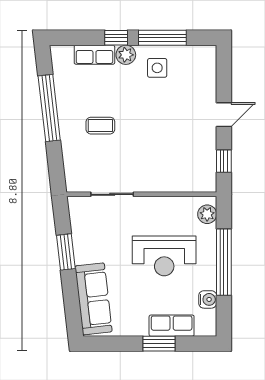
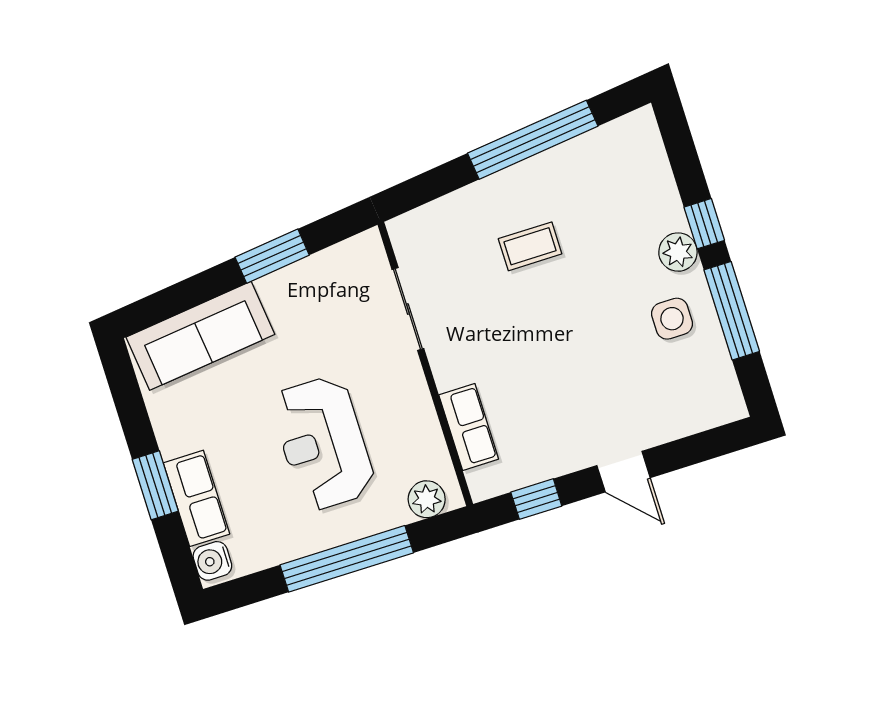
row of seats: (94, 55) -> (469, 427), moved, turned 180
coffee table: (100, 126) -> (530, 246), turned 90
water cooler: (208, 299) -> (212, 561), moved, turned 90

